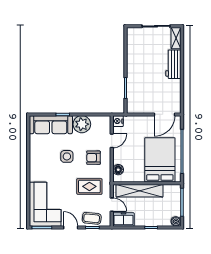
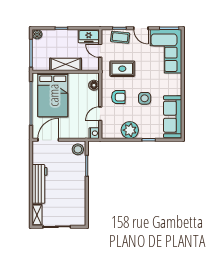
workbench: (173, 64) -> (40, 184), width x1.38
stool: (135, 105) -> (78, 149), added
sofa: (51, 125) -> (173, 117), moved, turned -90
shelving: (140, 191) -> (66, 64), width x0.68

